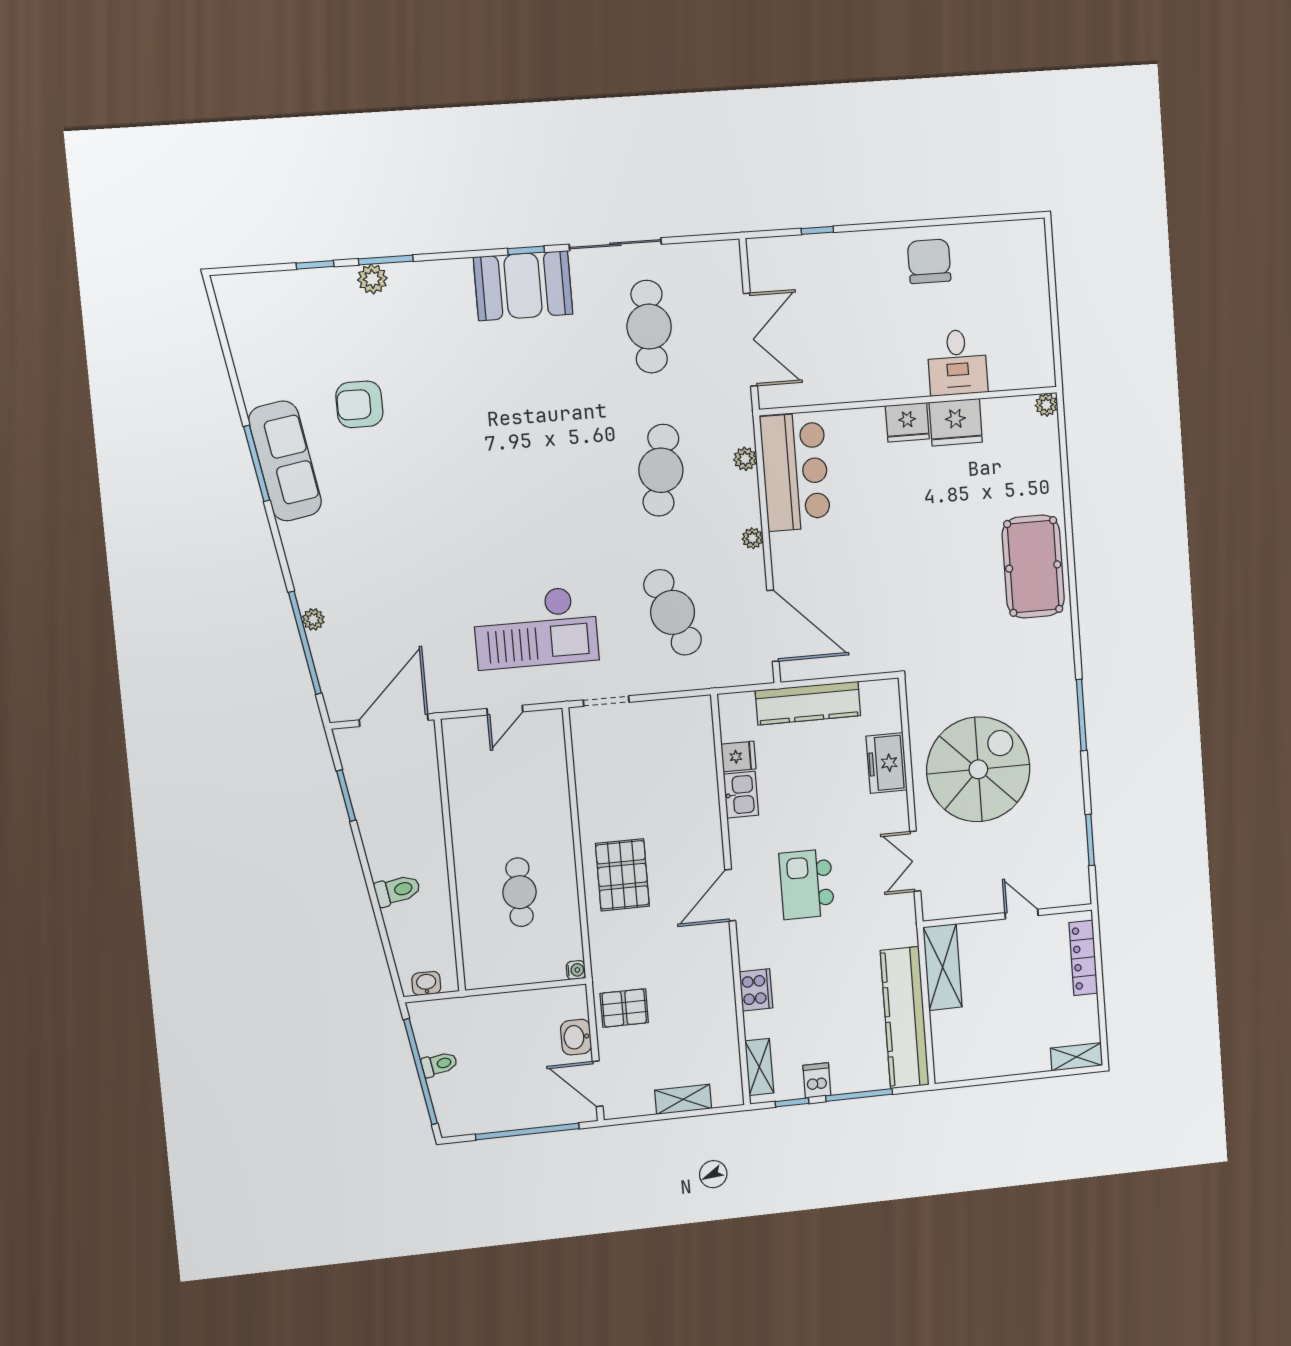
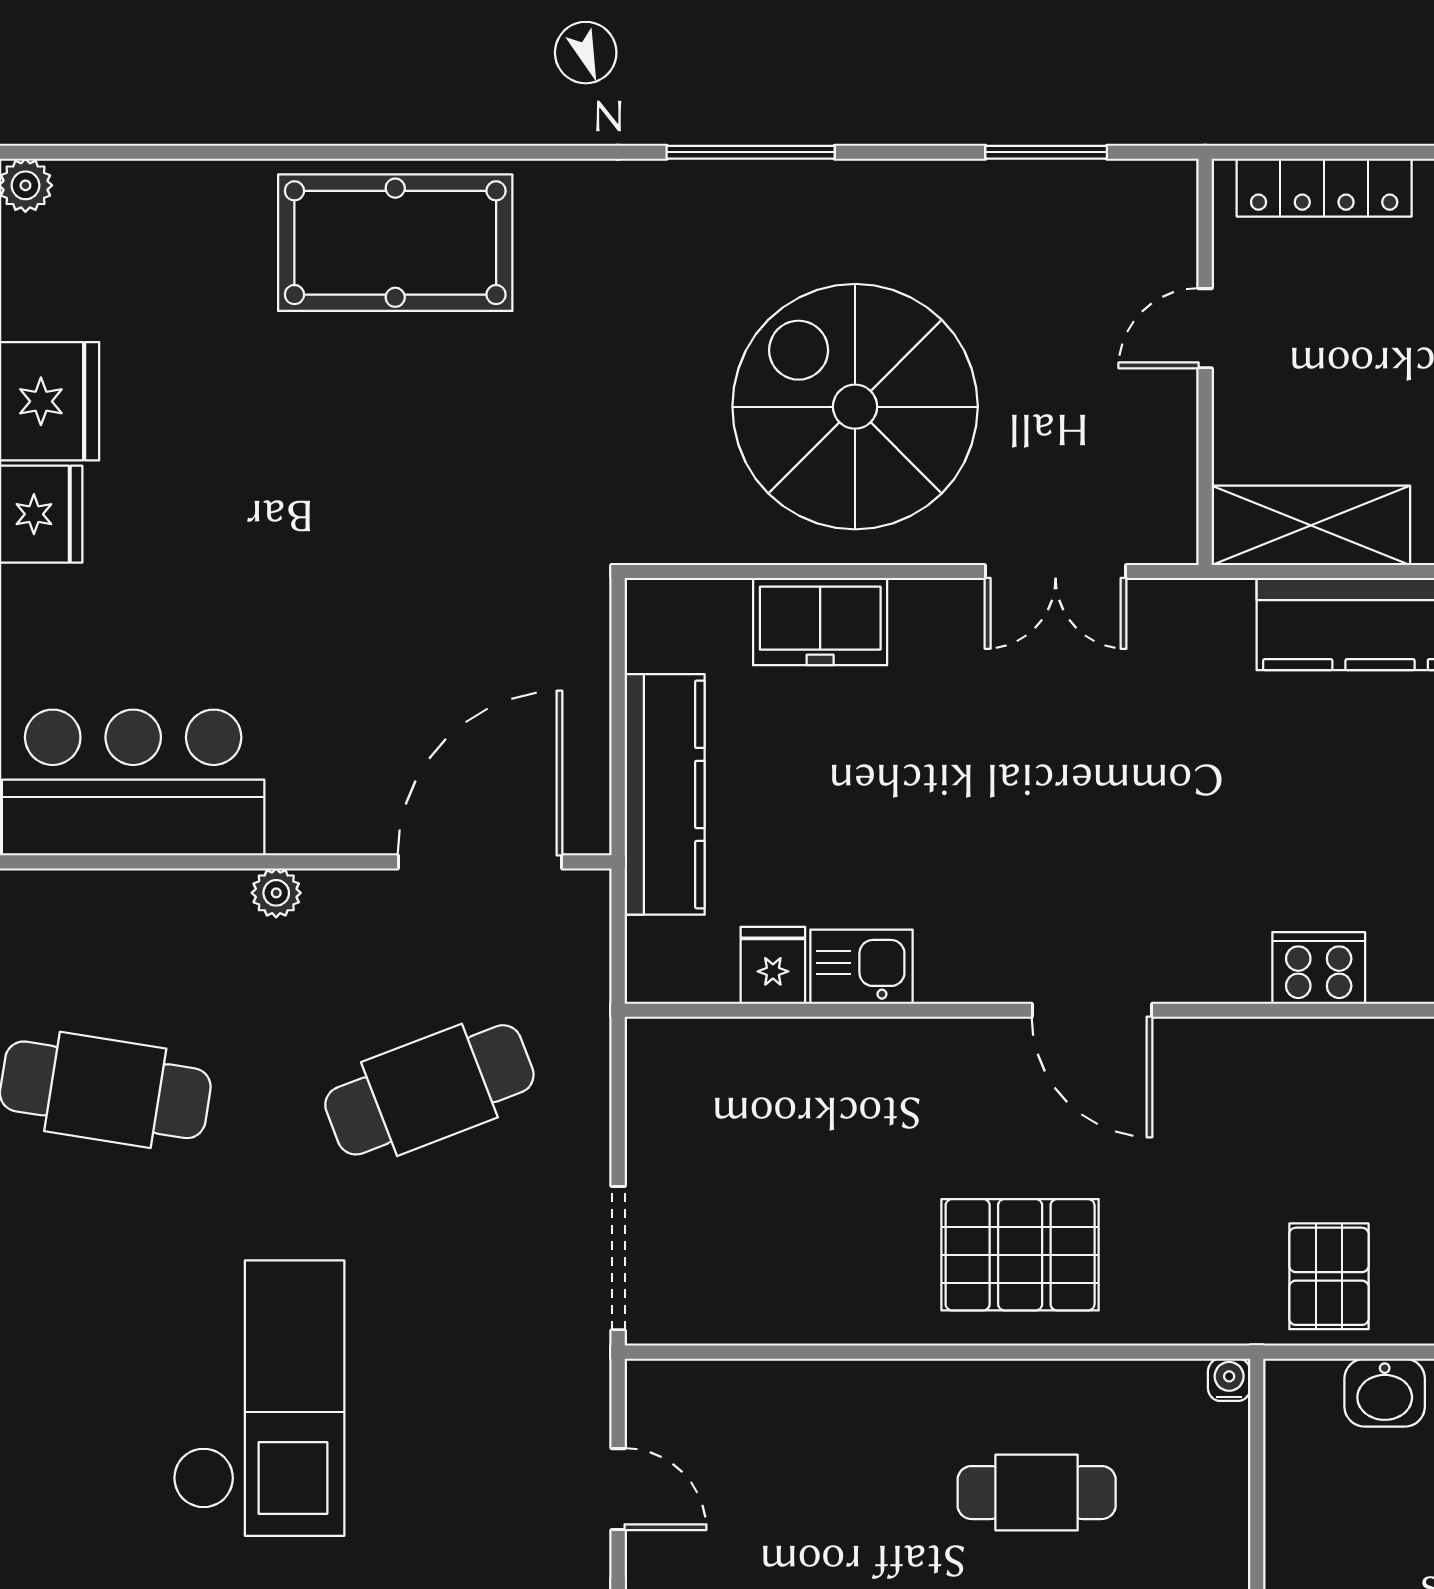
plant: (745, 459) -> (95, 895), removed
checkout: (536, 628) -> (259, 1398), moved
doorway: (606, 701) -> (618, 1258), width x1.38
kitchen island: (807, 884) -> (1084, 830), removed

